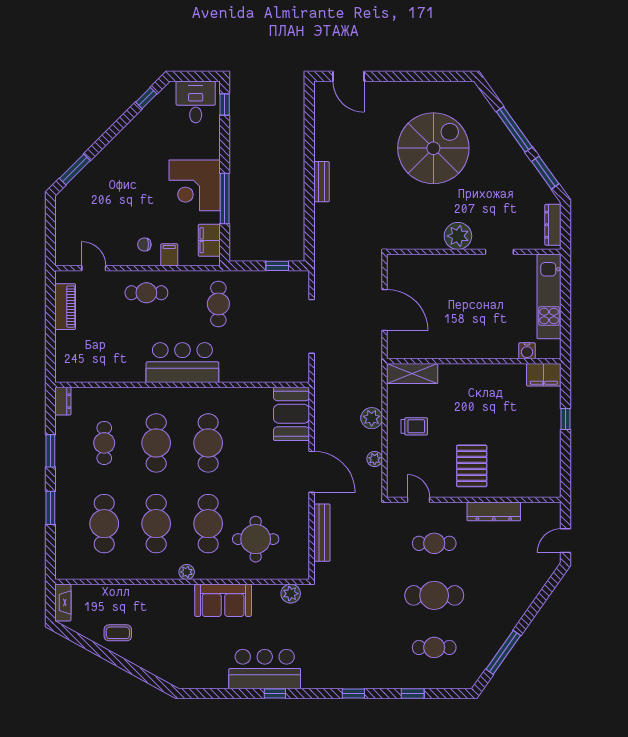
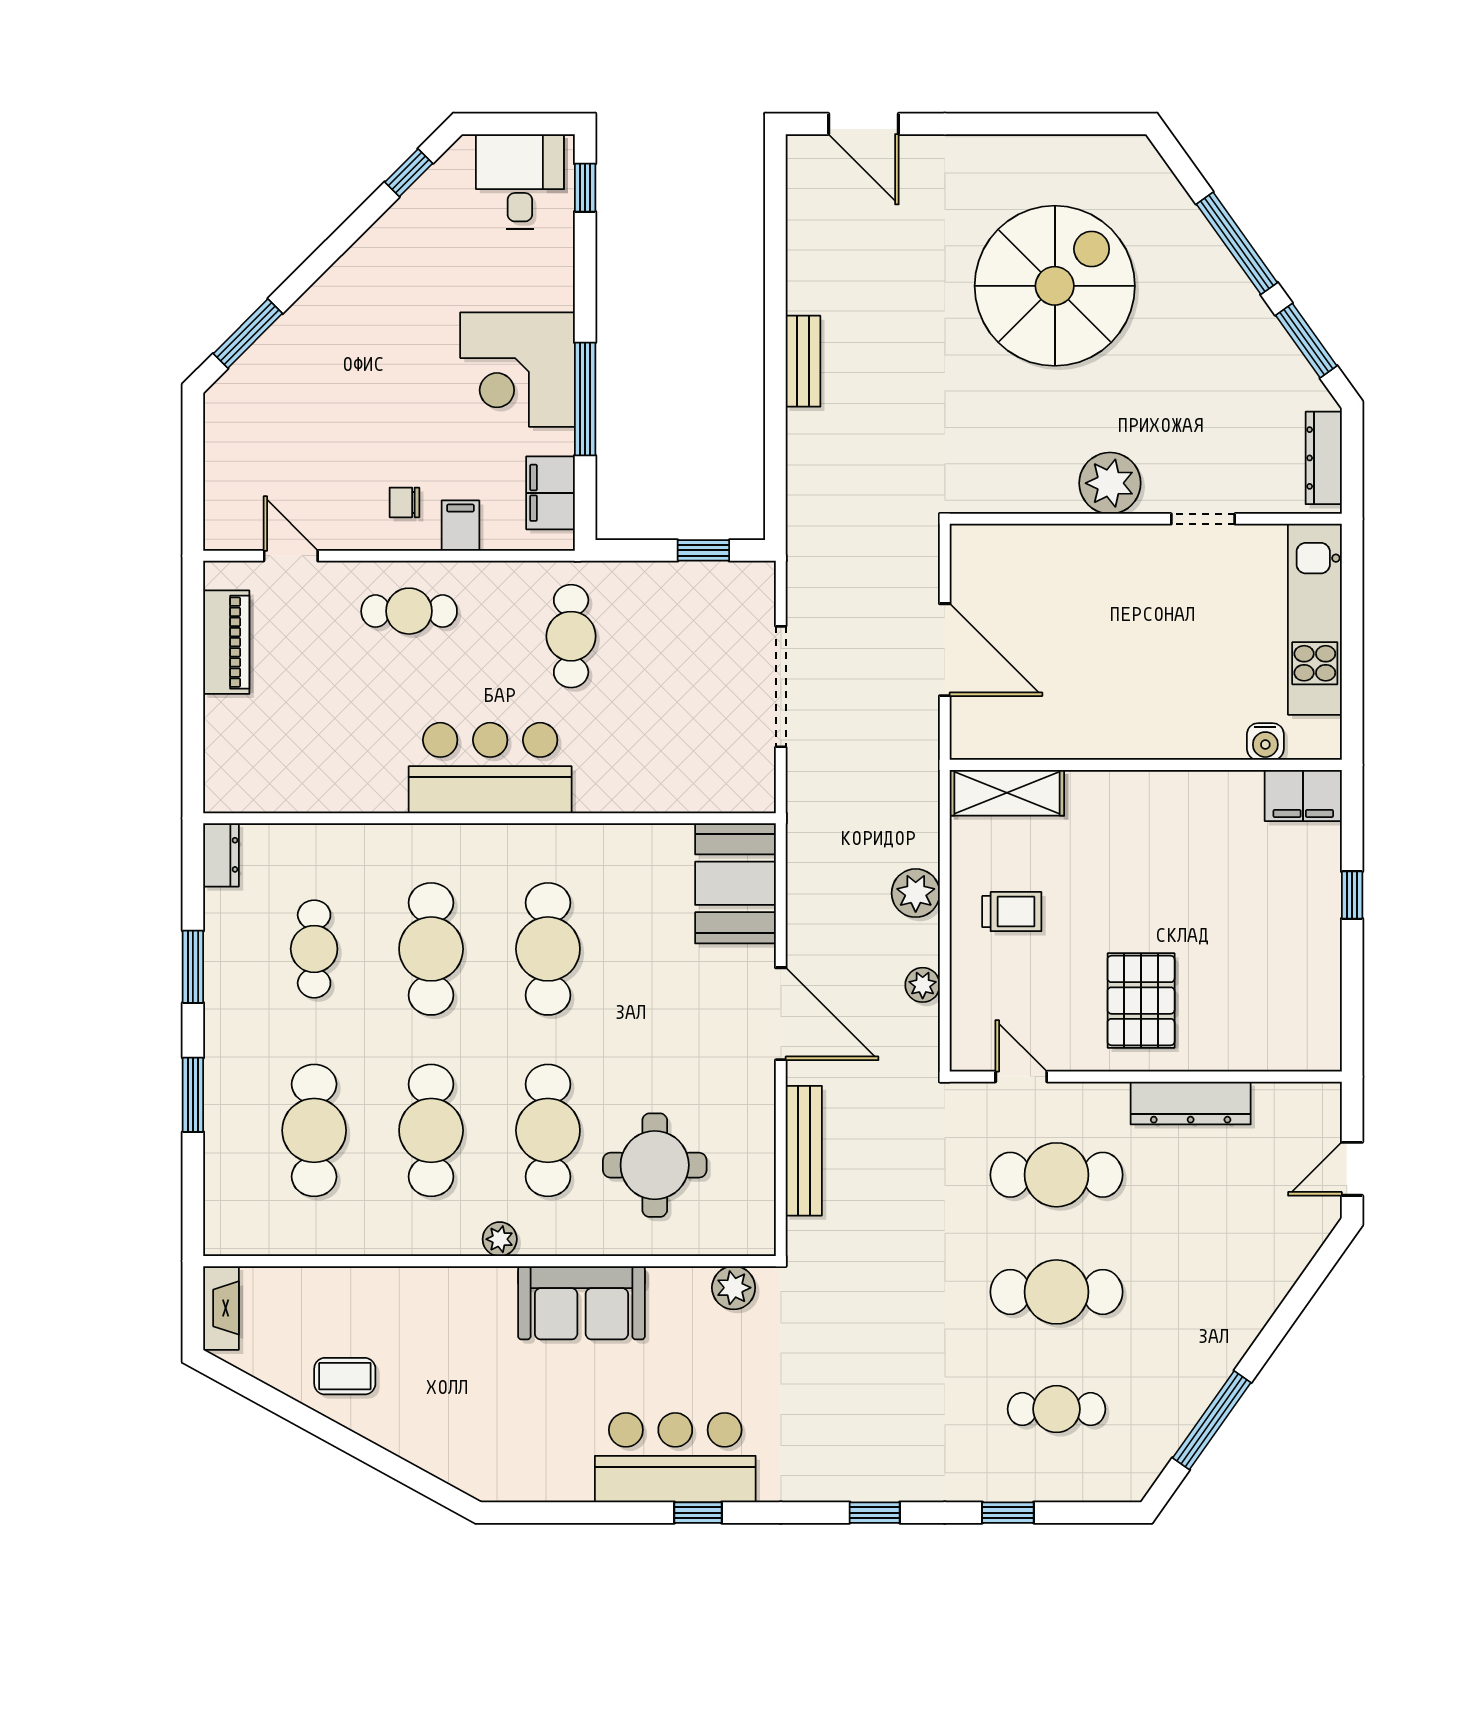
cafe table: (434, 543) -> (1056, 1175), width x1.37, depth x1.35

